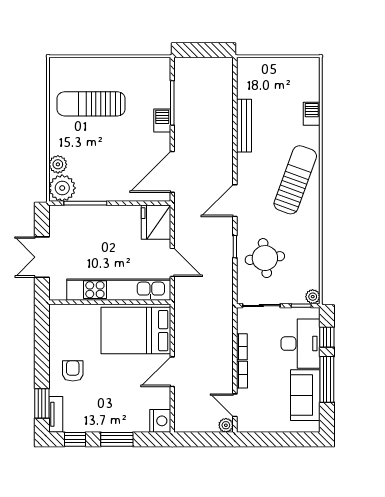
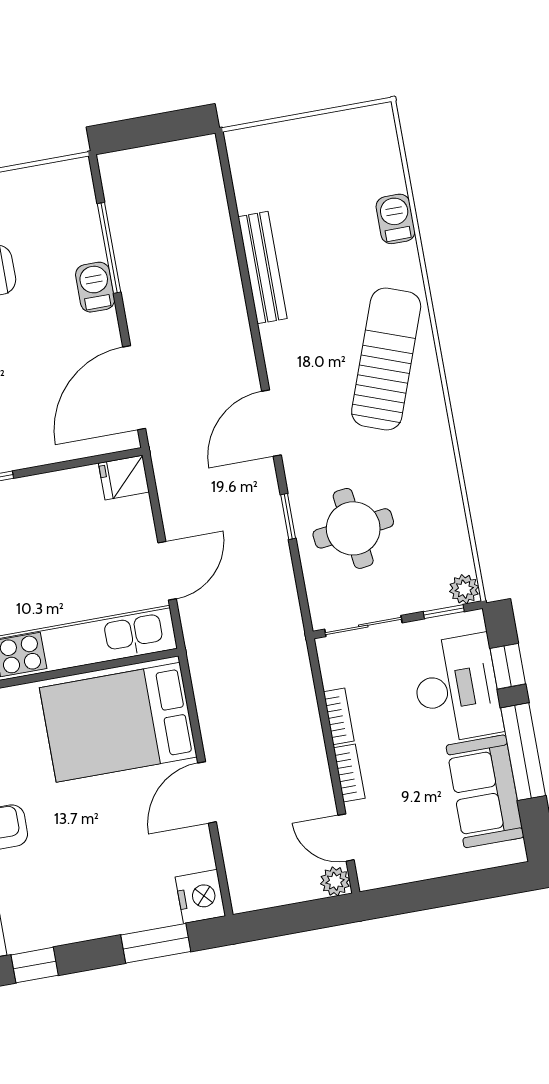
fridge: (156, 222) -> (124, 478), width x0.53, depth x0.75
door: (172, 262) -> (167, 571), hinge flipped
window: (117, 439) -> (156, 943), moved

